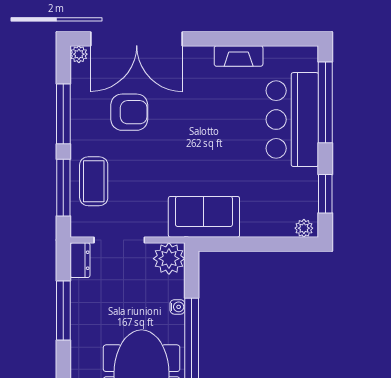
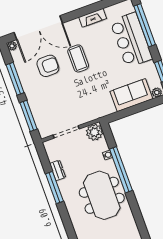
coffee table: (94, 181) -> (78, 58), moved
sofa: (204, 217) -> (131, 95), moved
dresser: (80, 260) -> (58, 170), moved
window: (63, 310) -> (54, 187), moved

